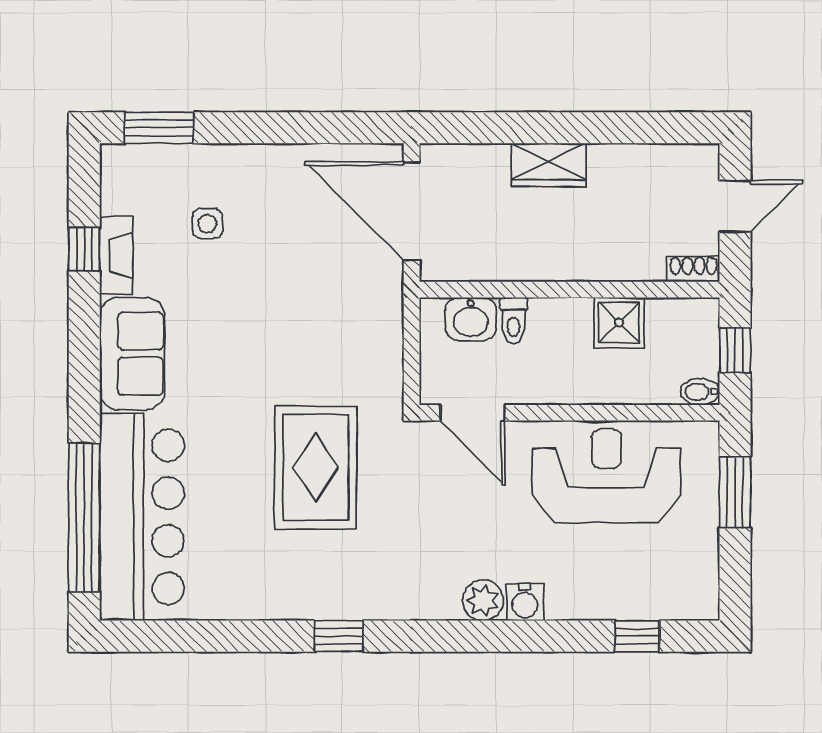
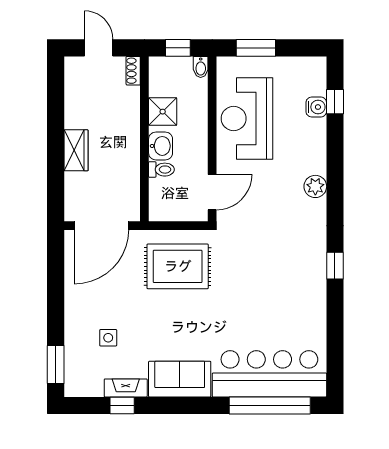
washbasin: (471, 319) -> (161, 146), moved
rug: (316, 468) -> (178, 266), moved
water cooler: (525, 602) -> (316, 107), moved

